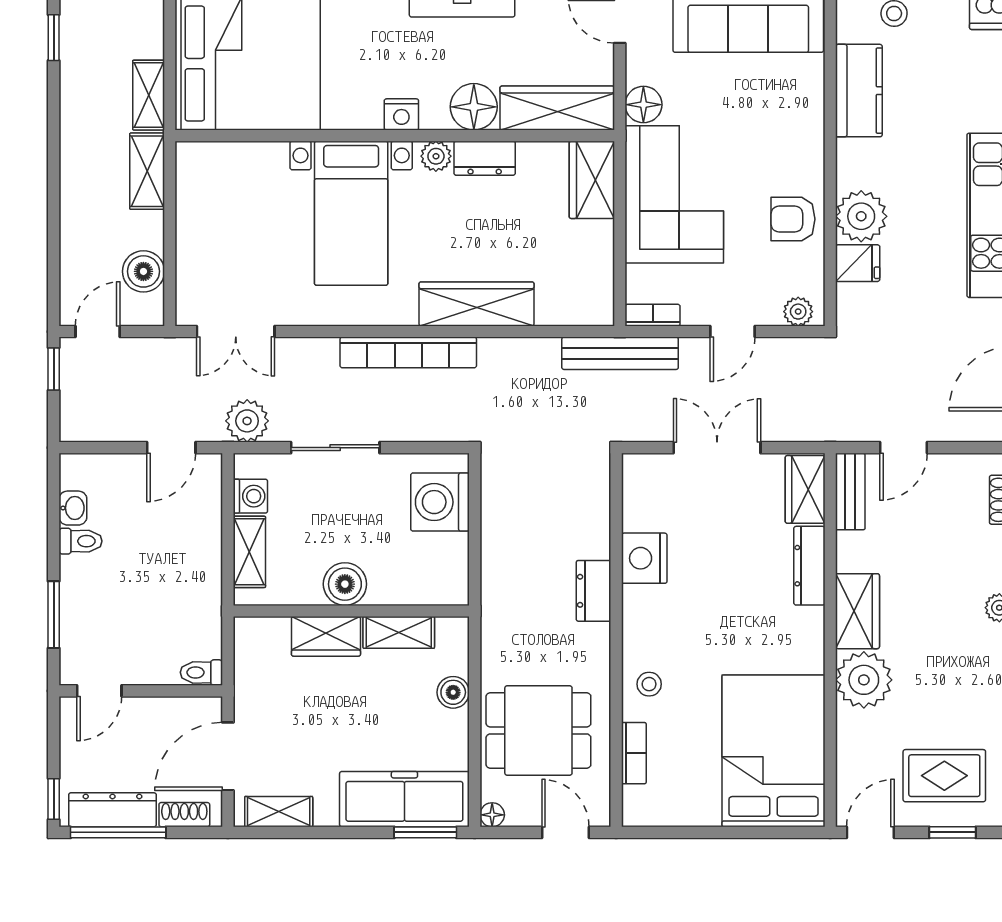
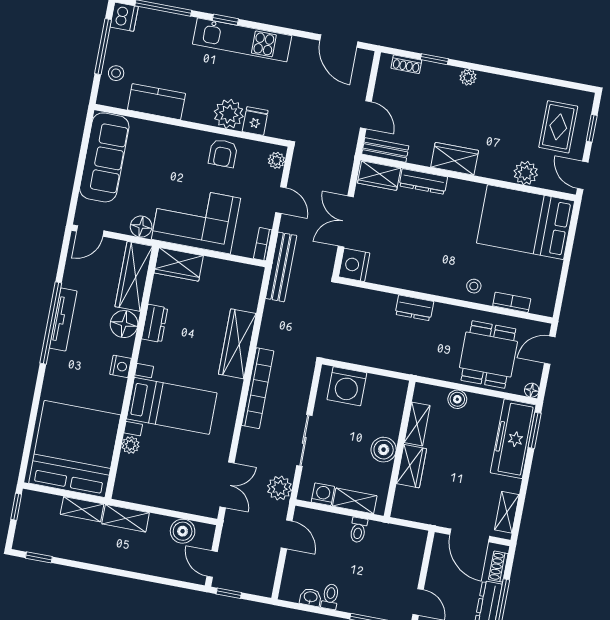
plant: (436, 156) -> (130, 445), moved
nightstand: (644, 558) -> (354, 265), moved, turned 90
toilet: (201, 672) -> (358, 530), moved
plant: (864, 680) -> (526, 173), moved, width x0.73, depth x0.73

